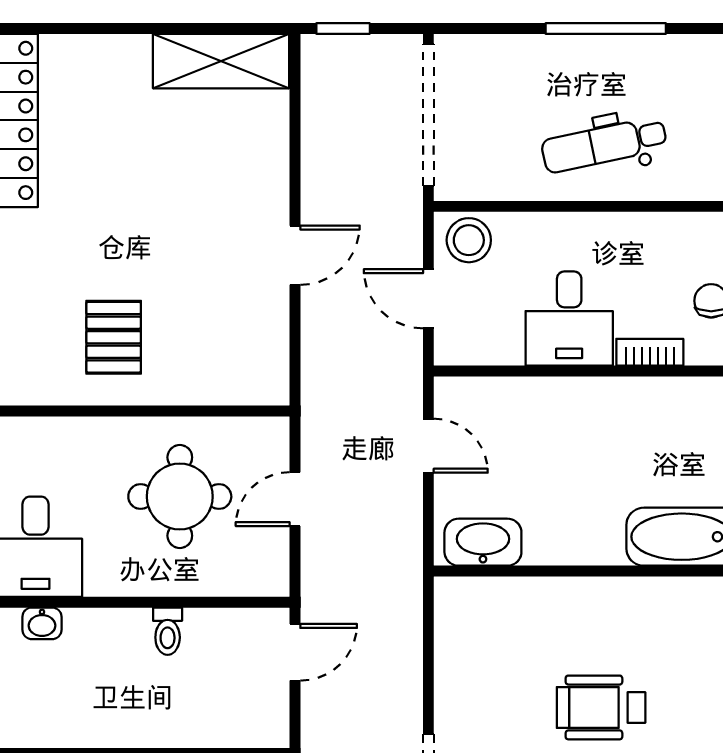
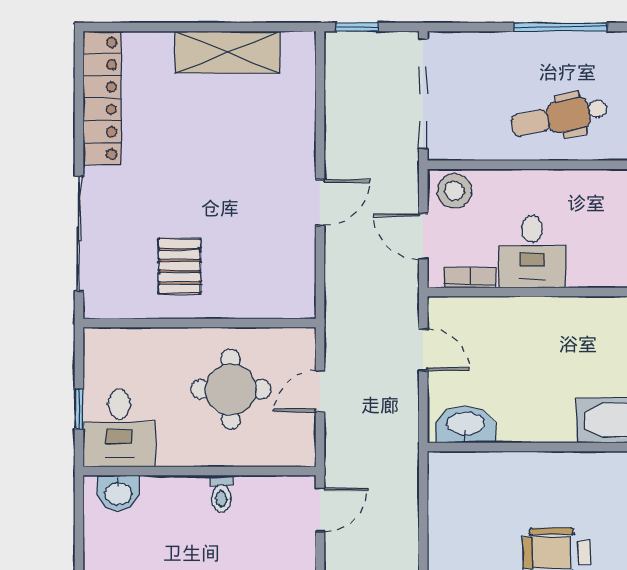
shelving: (221, 61) -> (227, 52), moved
bookcase: (650, 352) -> (470, 278), moved
washbasin: (42, 623) -> (118, 493), width x1.38, depth x1.45

